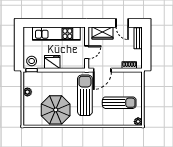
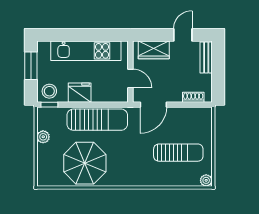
door: (122, 23) -> (183, 35), swing flipped
window: (19, 44) -> (31, 66), added
door: (87, 52) -> (130, 78), hinge flipped
sun lounger: (85, 95) -> (97, 120), moved, turned 90

